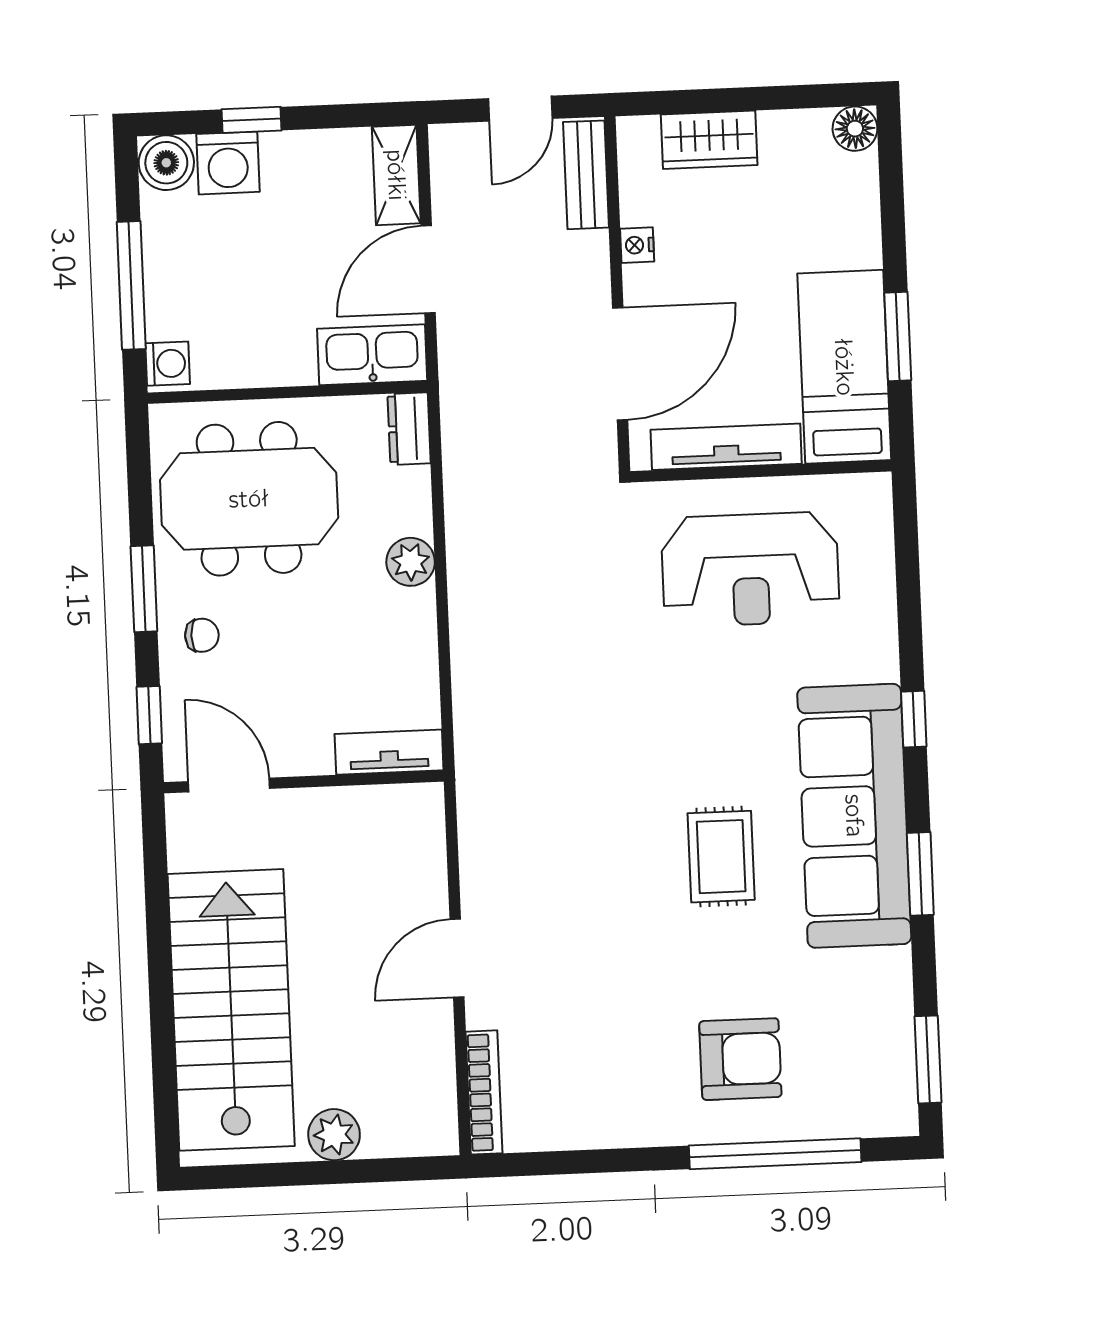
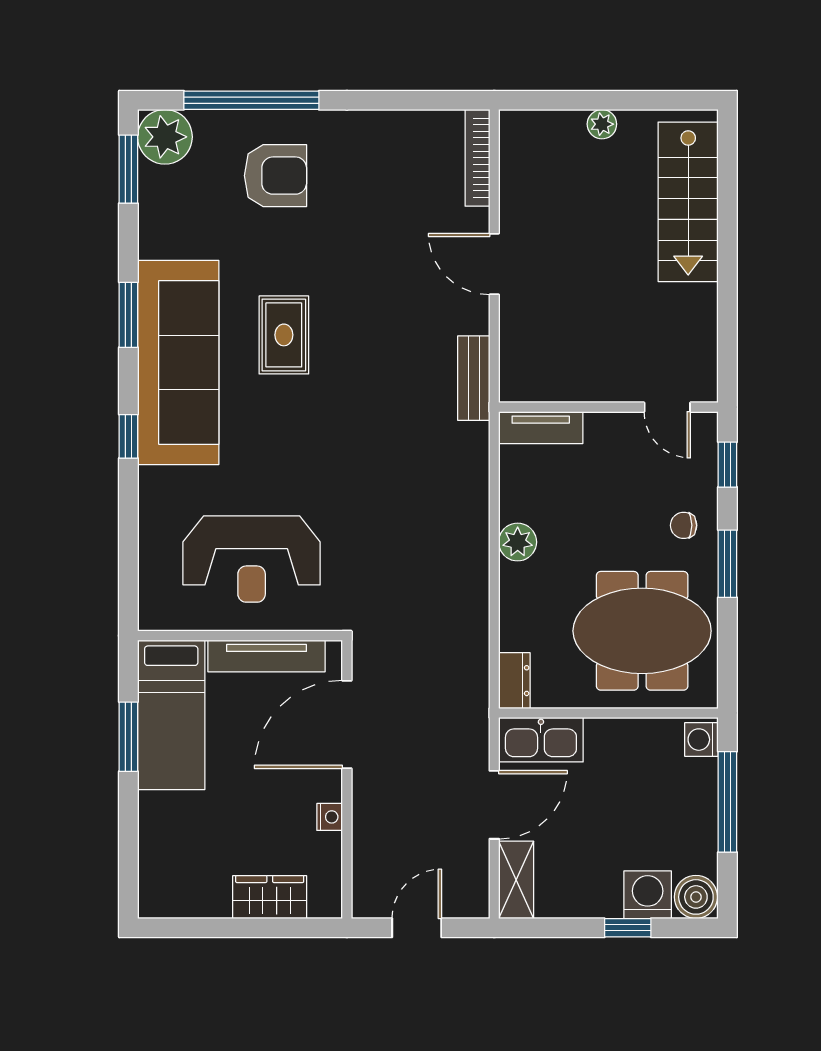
floor lamp: (855, 129) -> (155, 901), removed
bench: (586, 175) -> (474, 378), moved
plant: (411, 562) -> (518, 542), moved
reception desk: (750, 569) -> (252, 559), turned 180
door: (229, 785) -> (667, 407), width x0.73
door: (457, 958) -> (494, 264), swing flipped
stairs: (231, 1010) -> (688, 202), width x0.73, depth x0.66
armchair: (740, 1059) -> (275, 176), turned 180
plant: (883, 1103) -> (165, 137), added
plant: (334, 1135) -> (602, 124), width x0.73, depth x0.73

